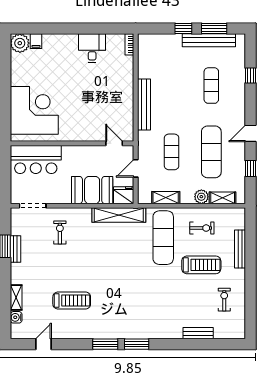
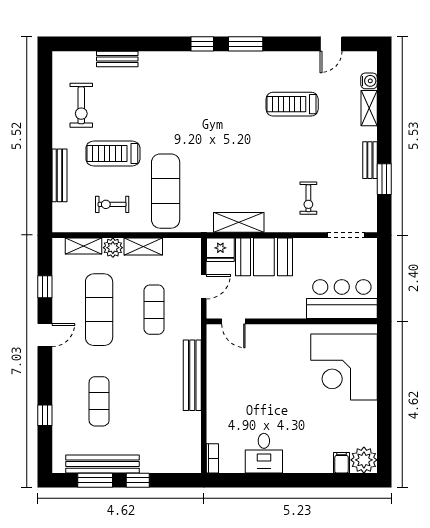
shelving: (166, 198) -> (143, 246), moved
shelving: (119, 215) -> (239, 222), width x0.68
bench: (15, 249) -> (370, 160), moved
exercise bike: (224, 300) -> (81, 105), width x1.38, depth x1.39
window: (137, 344) -> (202, 44), width x0.67

